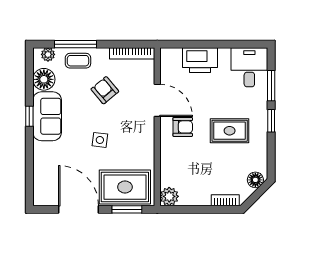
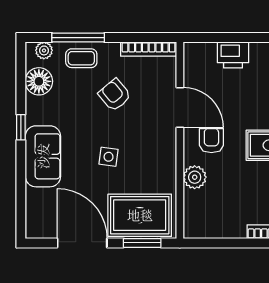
printer: (200, 60) -> (233, 55), width x0.73, depth x0.84
sofa: (47, 116) -> (43, 156), moved
armchair: (183, 127) -> (211, 141), turned -90
plant: (169, 196) -> (195, 177), moved

